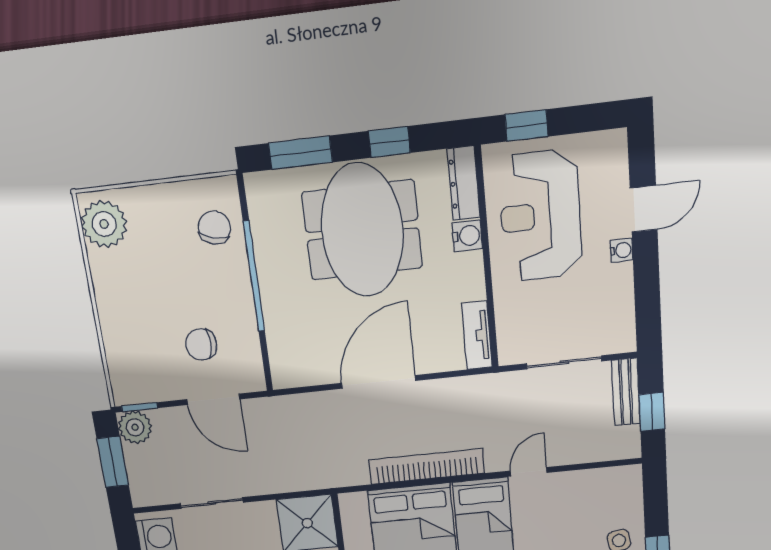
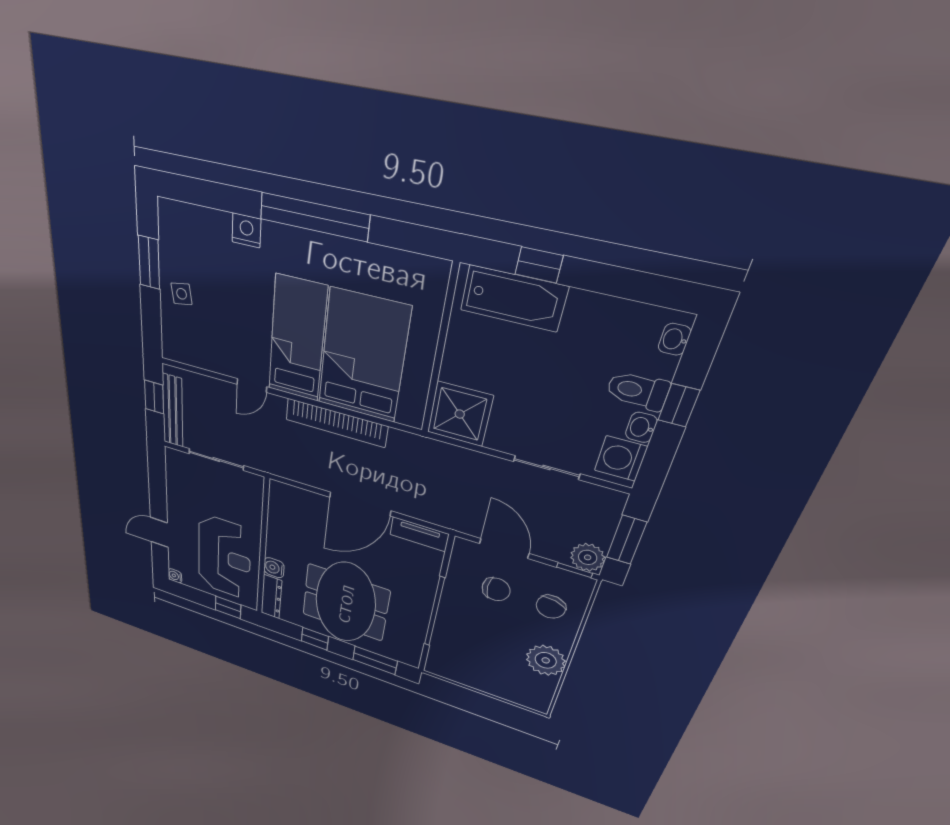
plant: (104, 224) -> (546, 660), moved
chair: (214, 228) -> (551, 607), moved
water cooler: (622, 250) -> (175, 576), moved
tv unit: (477, 335) -> (419, 534), moved, turned 90
bench: (626, 392) -> (173, 411), width x1.36

